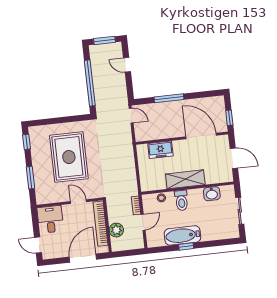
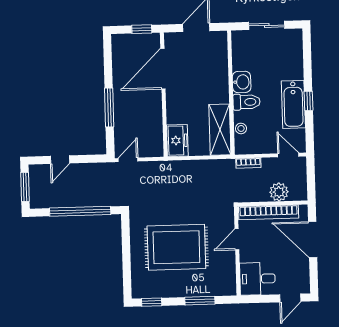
freezer: (160, 150) -> (177, 141), moved
shelving: (185, 179) -> (220, 130), moved
washbasin: (212, 194) -> (242, 82), moved
door: (143, 222) -> (288, 155), moved

